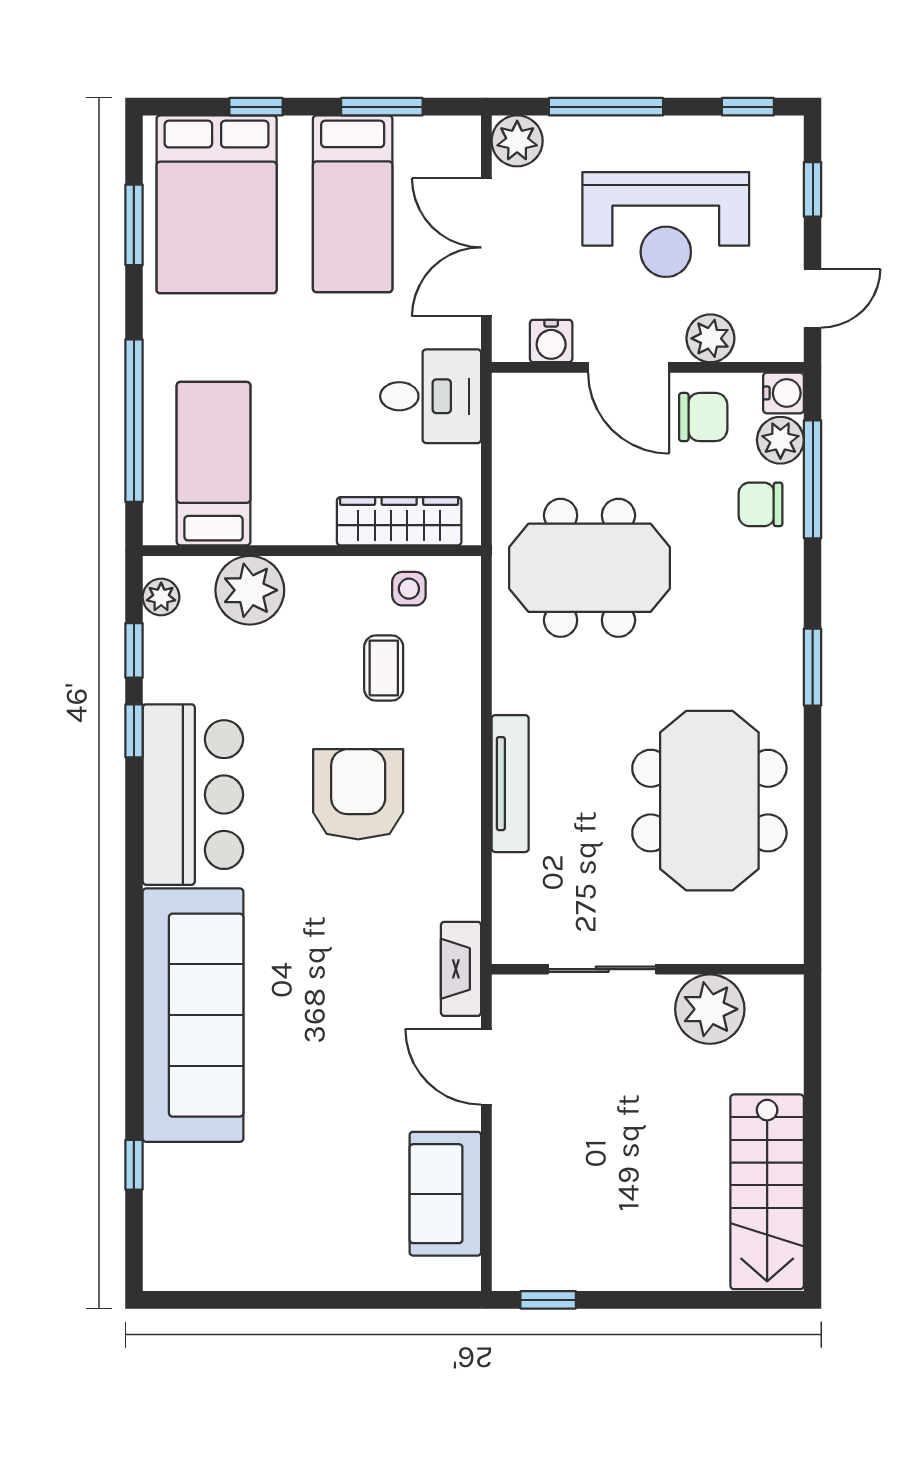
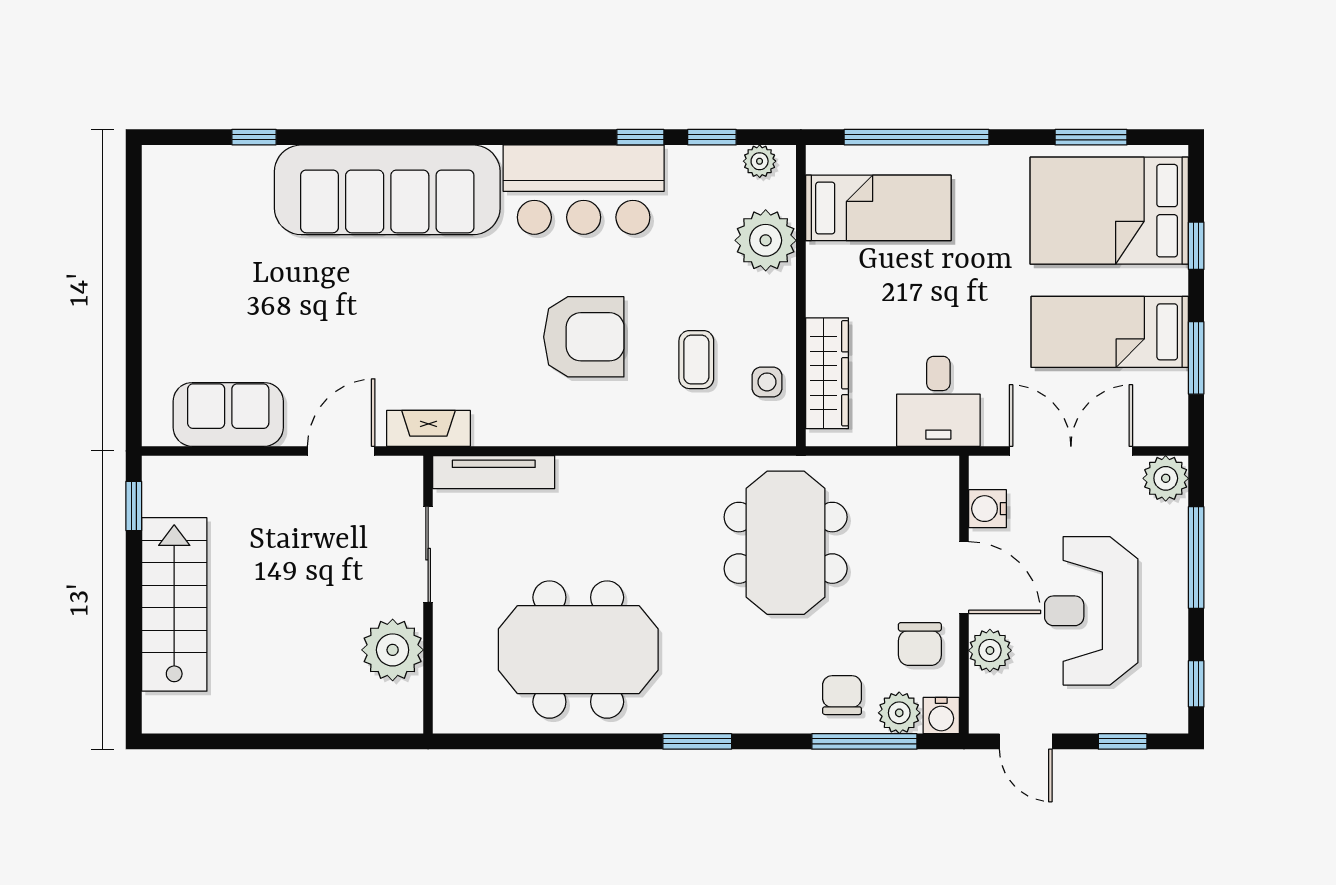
door: (629, 367) -> (964, 578), swing flipped
coffee table: (384, 668) -> (696, 360), turned 90
tv unit: (510, 784) -> (494, 472), moved
stairs: (767, 1192) -> (174, 604), moved, turned 90

